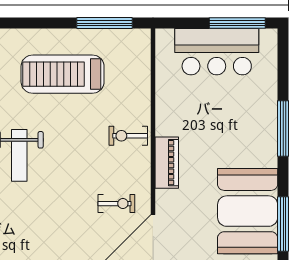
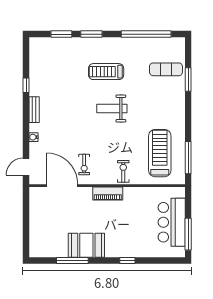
treadmill: (63, 74) -> (160, 153), moved
window: (283, 129) -> (127, 260), width x0.46
booth: (248, 211) -> (86, 245), width x0.73, depth x0.70

